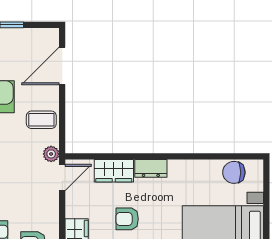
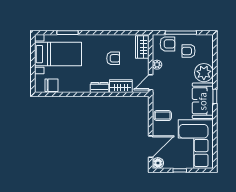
floor lamp: (50, 38) -> (158, 163), added
plant: (51, 154) -> (157, 65), moved

